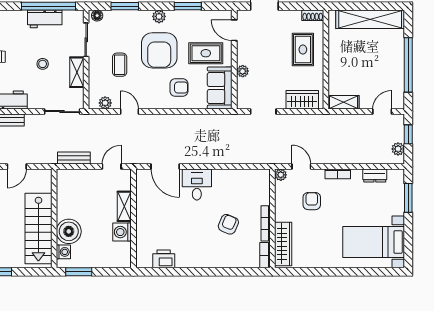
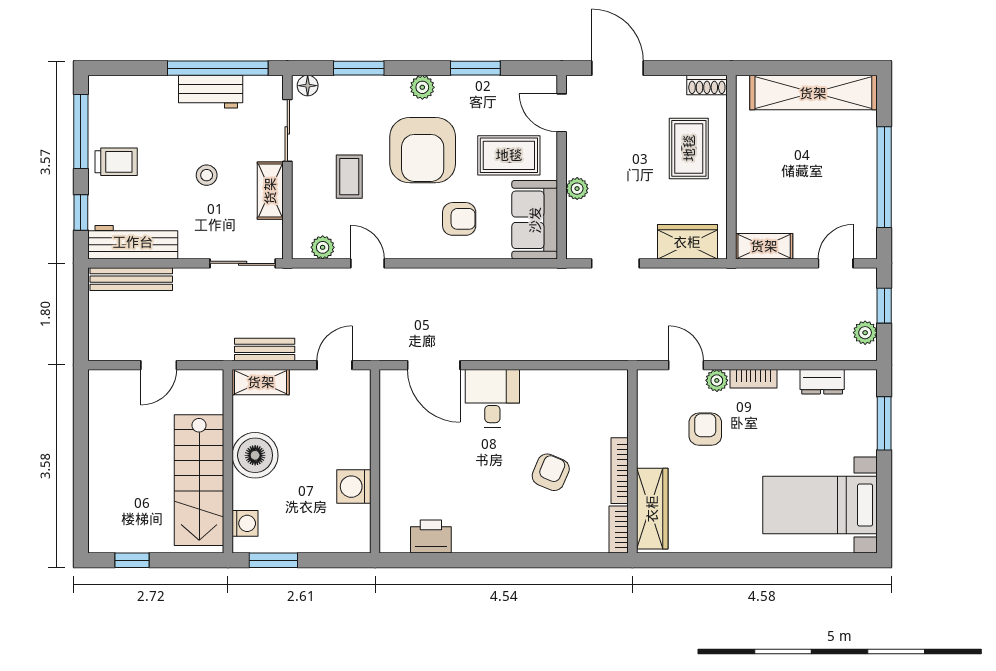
plant: (281, 175) -> (717, 380), moved
shelving: (124, 206) -> (261, 382), moved, turned 90
boiler: (69, 231) -> (255, 455), moved

